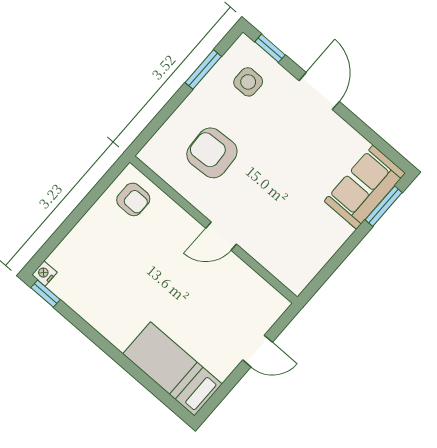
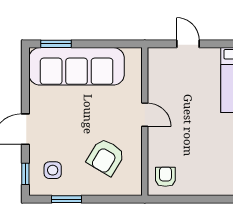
armchair: (212, 153) -> (106, 157), turned 34
sofa: (365, 187) -> (77, 66), width x1.85, depth x1.27

